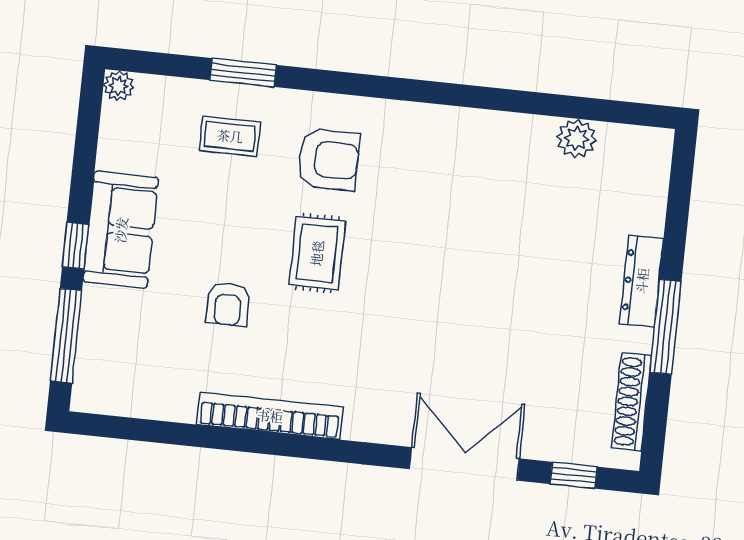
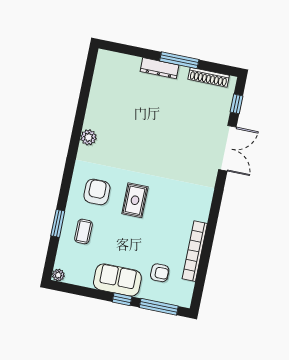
plant: (576, 138) -> (88, 137), moved
rug: (317, 253) -> (135, 200), turned 90
armchair: (228, 304) -> (160, 273), moved
bookcase: (270, 416) -> (195, 251), moved
double door: (464, 464) -> (227, 148), swing flipped

